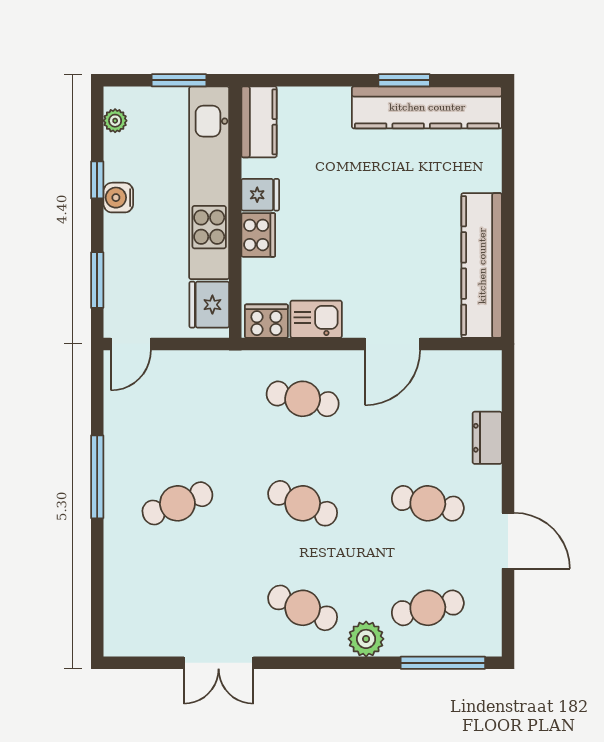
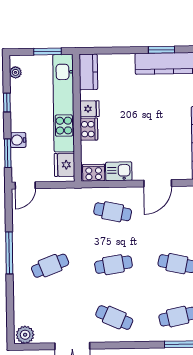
water cooler: (118, 198) -> (18, 140), moved
cafe table: (303, 503) -> (113, 265), turned -33
plant: (366, 639) -> (25, 335), moved

